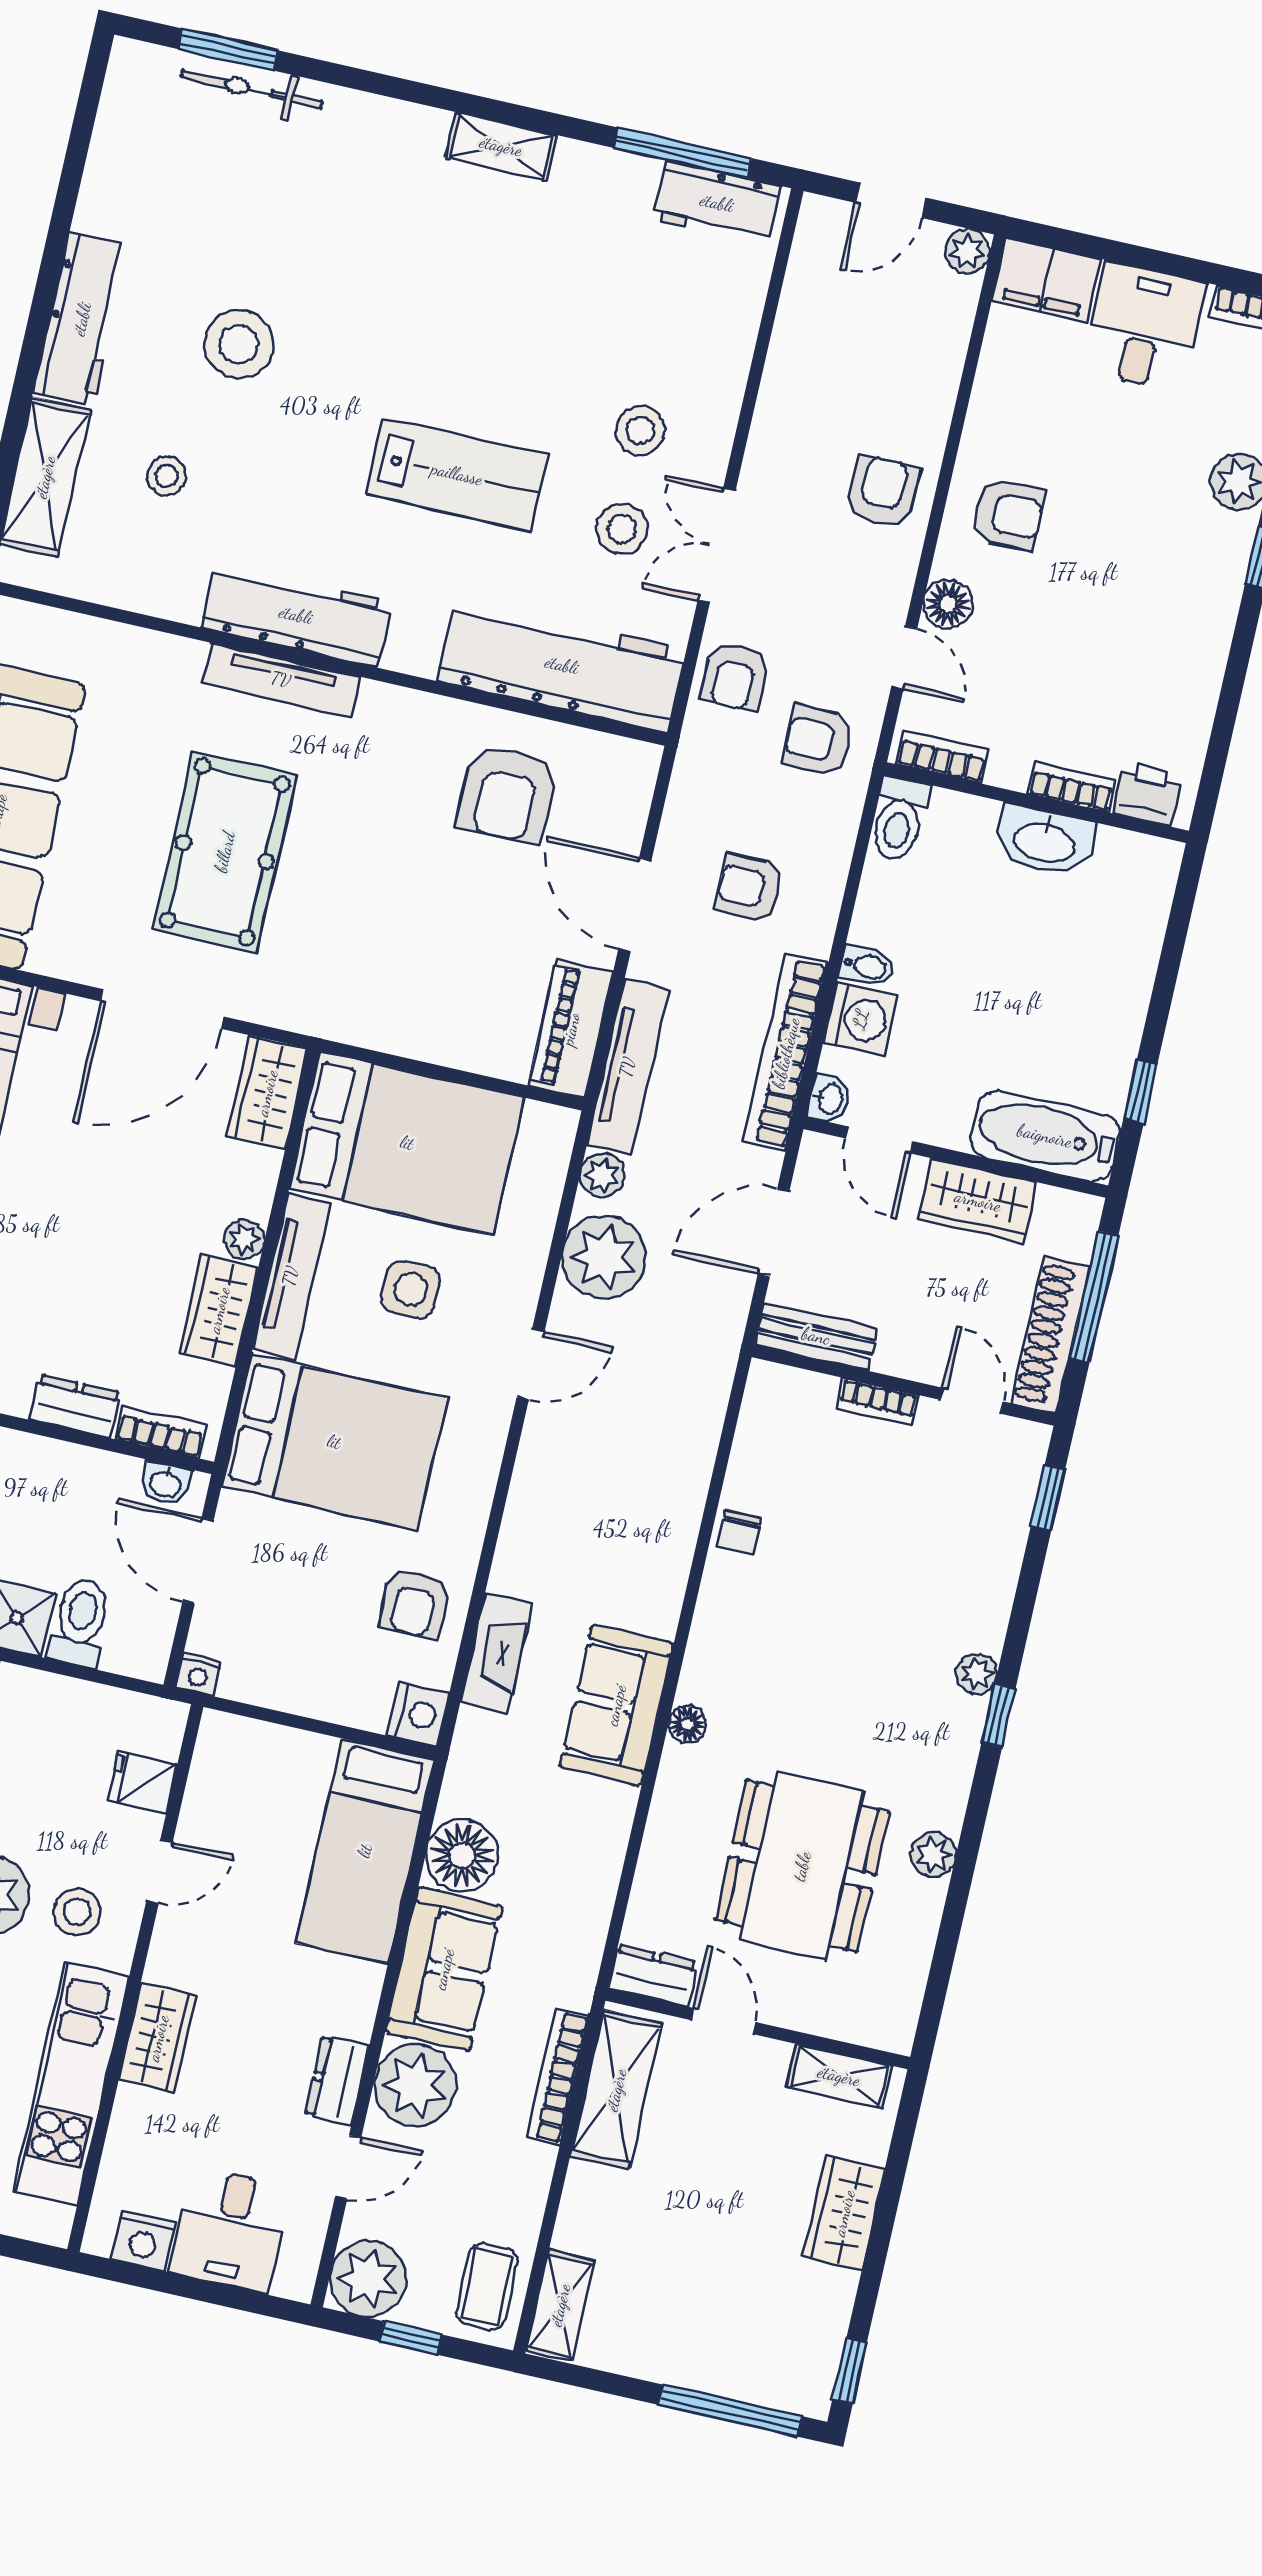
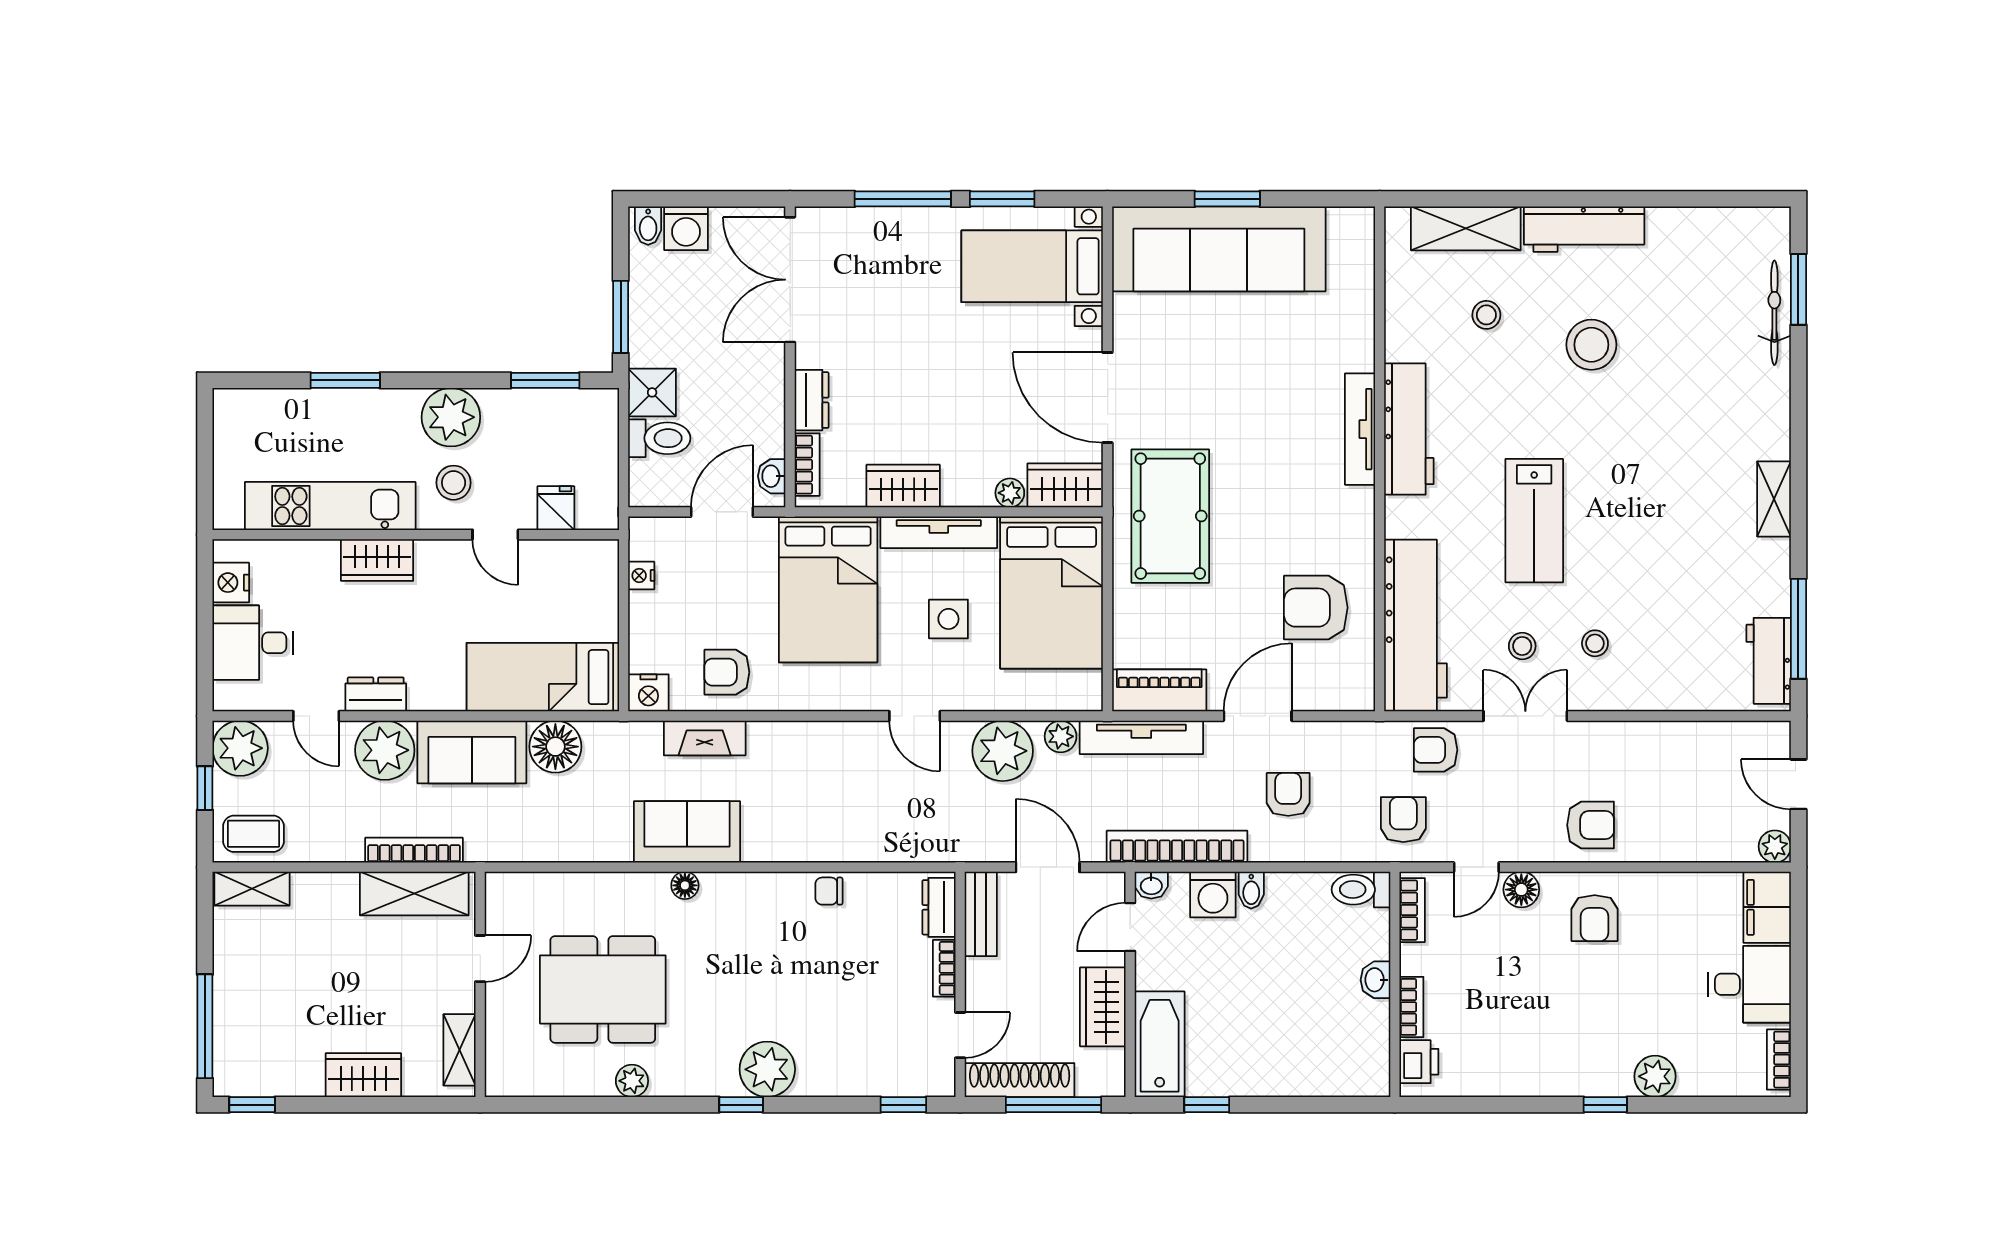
stool: (640, 430) -> (1595, 643), width x0.73, depth x0.73
stool: (622, 529) -> (1522, 646), width x0.73, depth x0.73
washbasin: (1045, 841) -> (1375, 980), width x0.52, depth x0.69
pool table: (225, 852) -> (1170, 516), moved, turned 90
plant: (244, 1239) -> (1010, 493), moved
nightstand: (198, 1674) -> (641, 575), moved
plant: (977, 1674) -> (767, 1069), width x1.88, depth x1.88
dresser: (653, 1975) -> (939, 907), moved, turned 180

